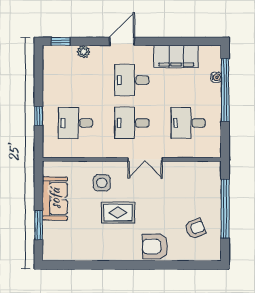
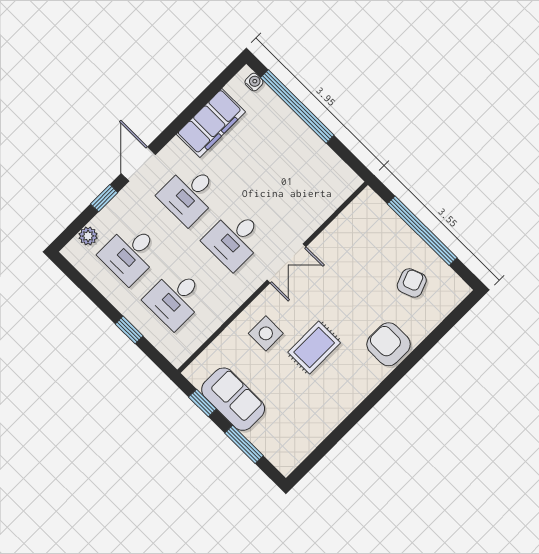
window: (61, 41) -> (104, 198), moved
plant: (83, 52) -> (88, 236), moved
water cooler: (216, 77) -> (254, 82), moved
desk: (188, 123) -> (130, 254), moved
window: (38, 186) -> (202, 403), added
armchair: (155, 247) -> (389, 344), turned 90

